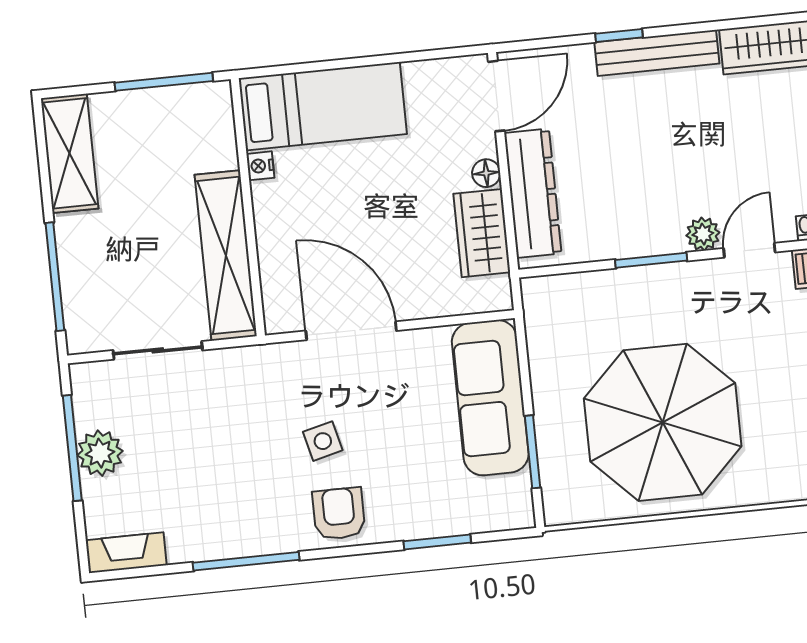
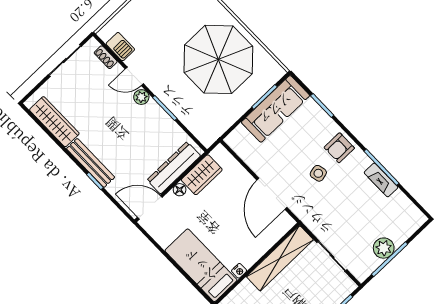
sofa: (490, 398) -> (276, 109), moved
fireplace: (126, 553) -> (381, 180), moved

